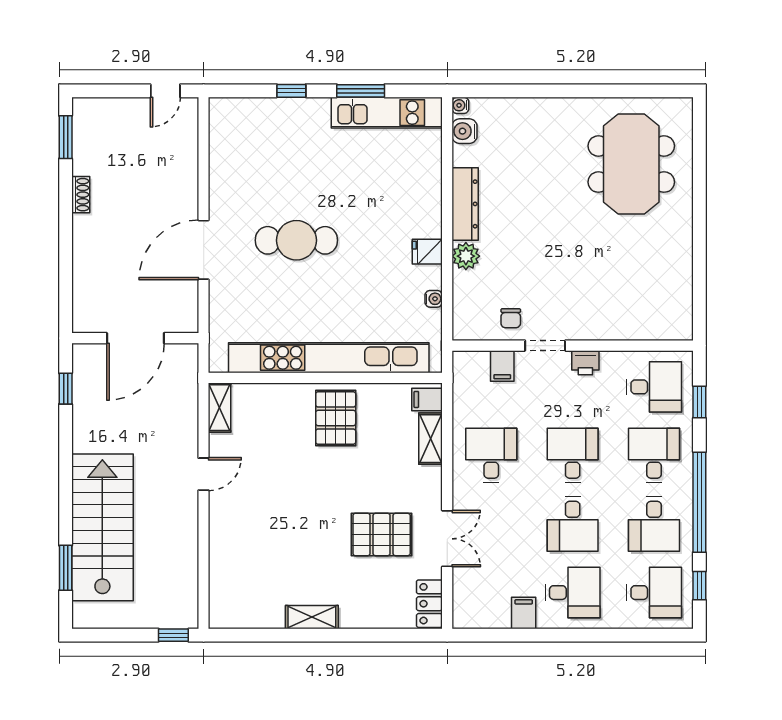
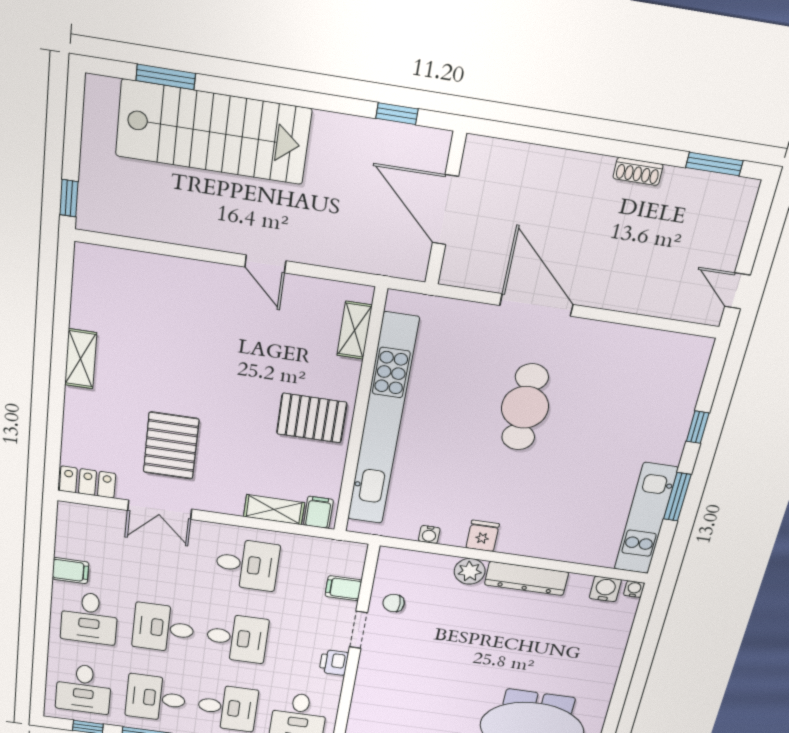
shelving: (220, 408) -> (355, 330), moved, turned 90

